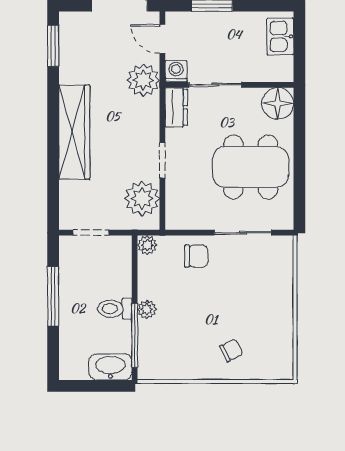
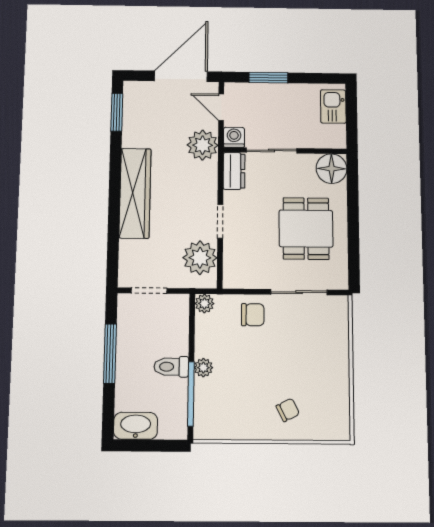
dining table: (251, 167) -> (306, 229), width x0.73
washbasin: (110, 367) -> (136, 426), moved

